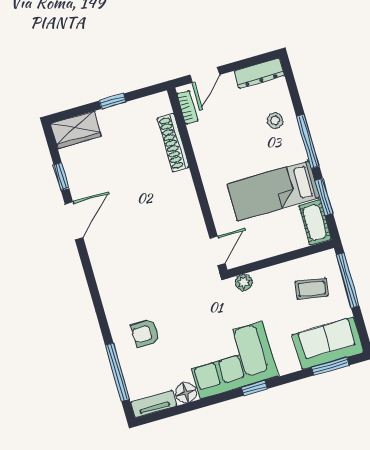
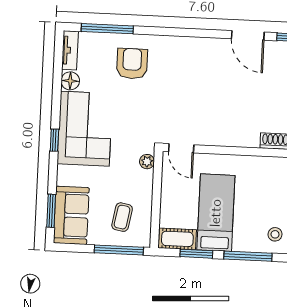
armchair: (145, 333) -> (132, 64), width x1.38, depth x1.38

